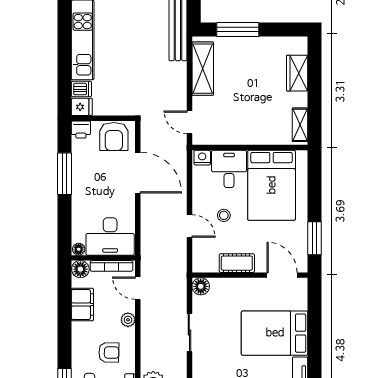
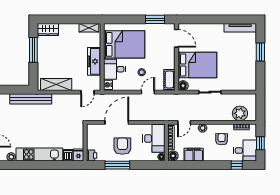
window: (238, 29) -> (33, 50), moved
wardrobe: (297, 73) -> (48, 30), moved
freezer: (242, 134) -> (94, 61), added
armchair: (114, 136) -> (122, 146), moved, turned -90
cot: (237, 263) -> (169, 80), moved
door: (282, 275) -> (176, 38), swing flipped
bed: (275, 333) -> (197, 65), moved, turned -90

